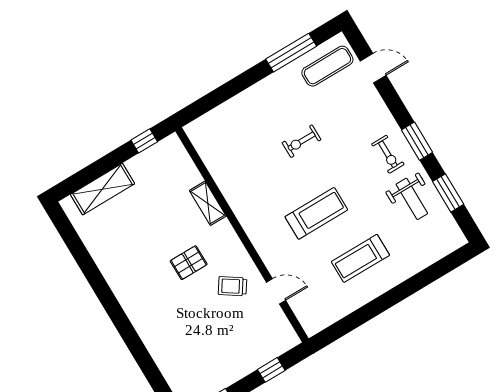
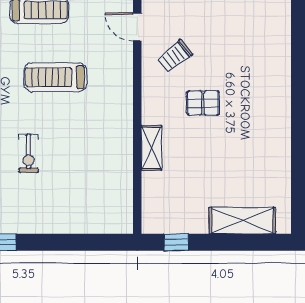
exercise bike: (301, 141) -> (29, 153), turned 90
trolley: (233, 286) -> (175, 56), turned 107

